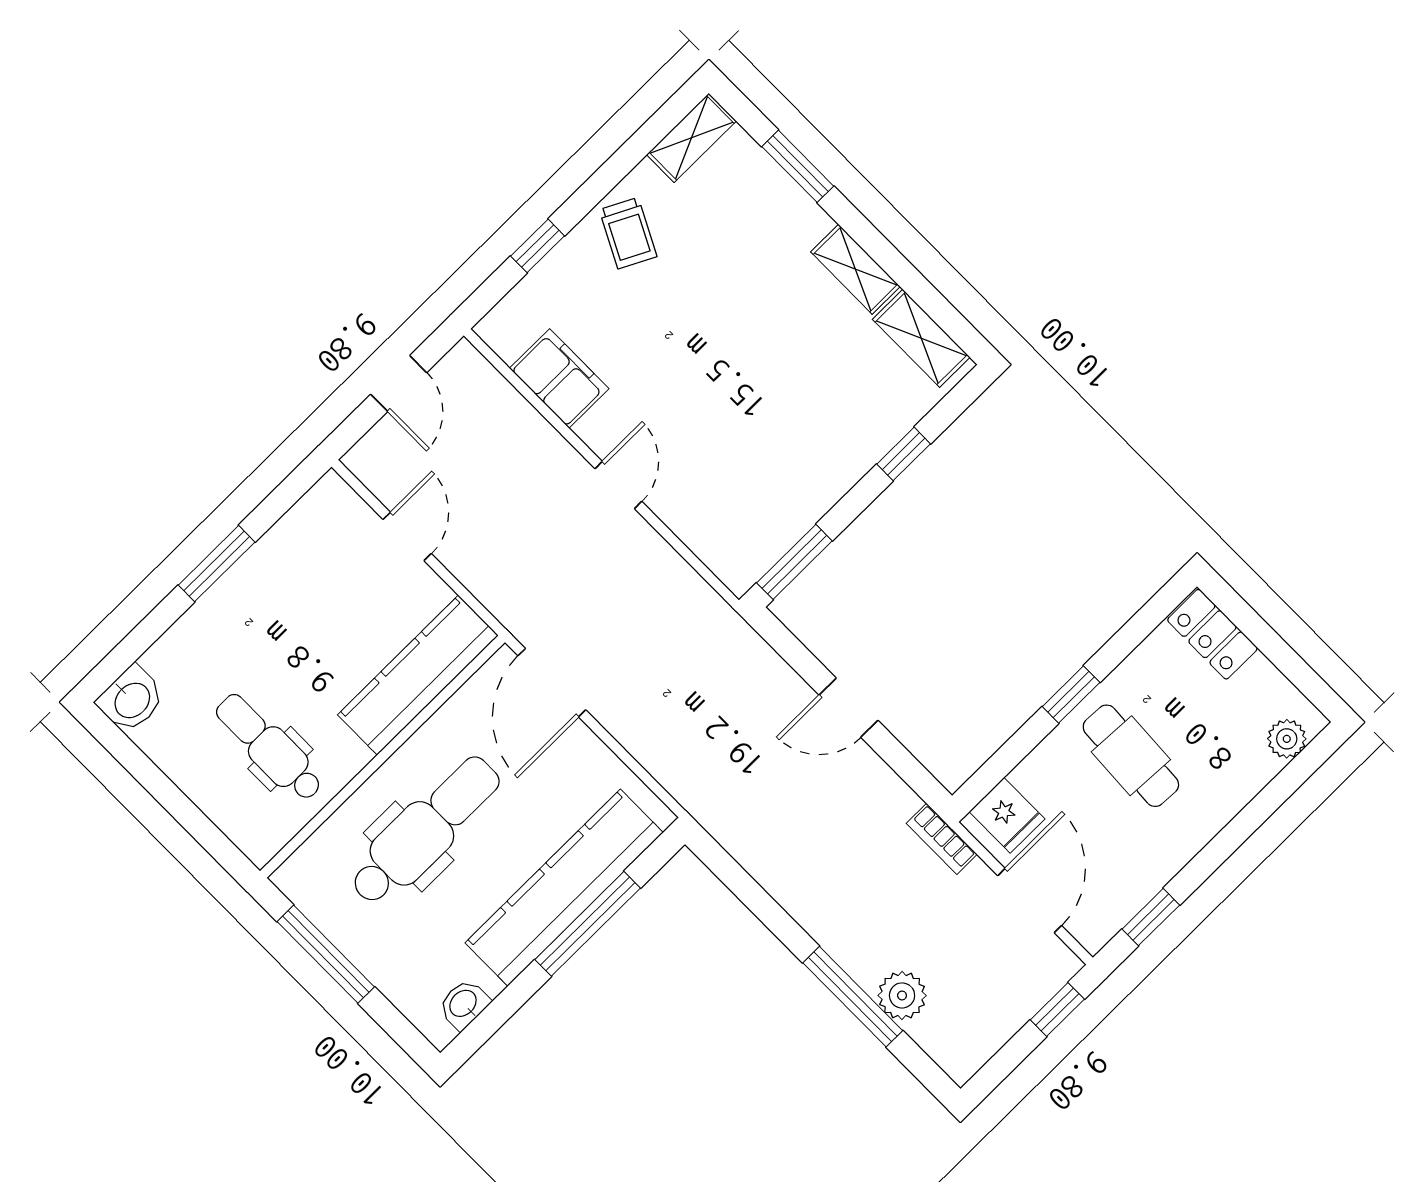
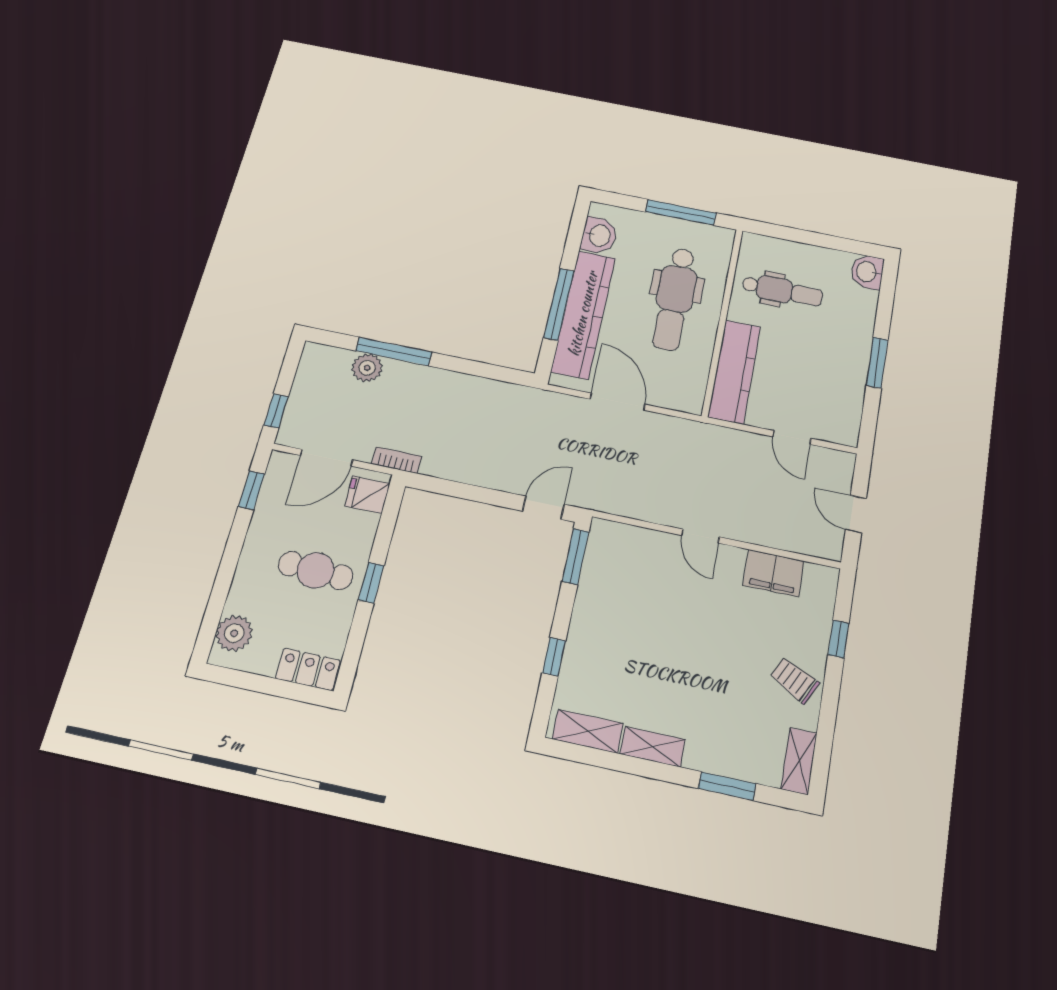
door: (552, 683) -> (618, 402), moved
door: (849, 708) -> (543, 508), moved
plant: (1287, 739) -> (234, 633), width x1.38, depth x1.38
door: (1030, 901) -> (326, 458), hinge flipped
washbasin: (464, 1004) -> (599, 235), width x1.38, depth x1.45

